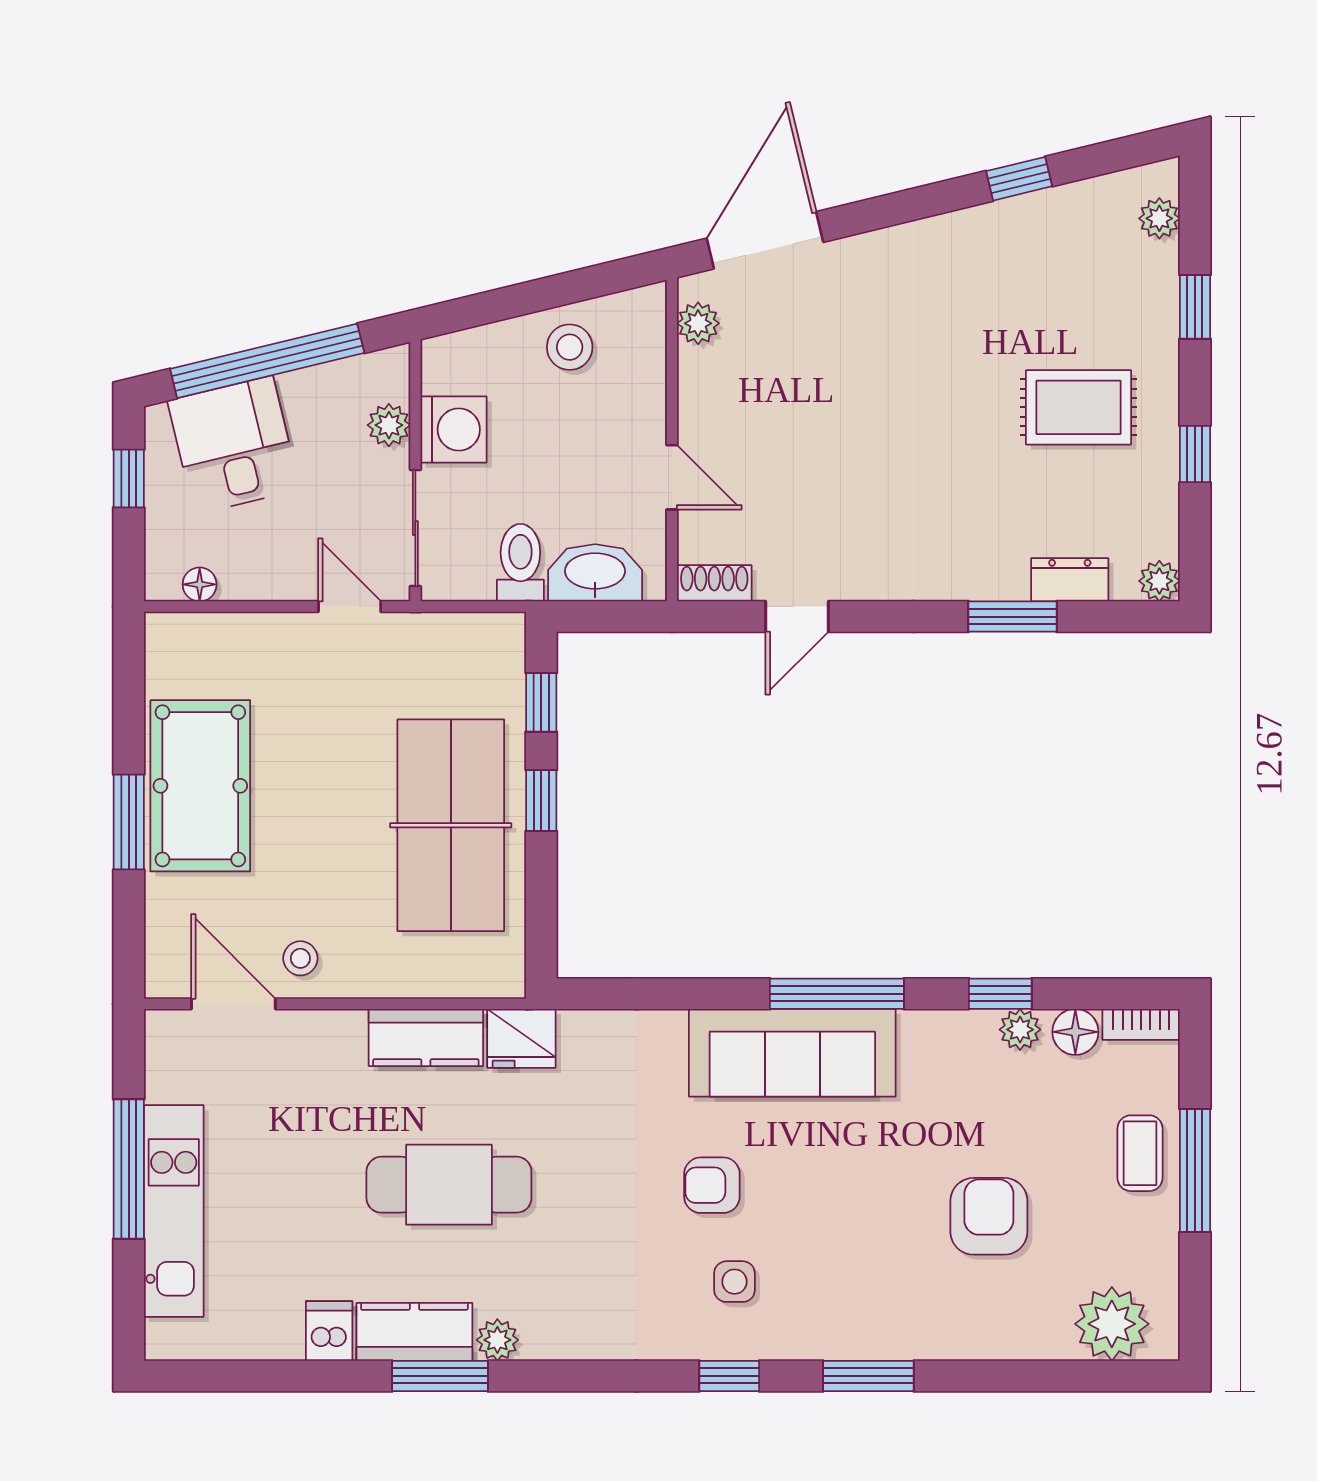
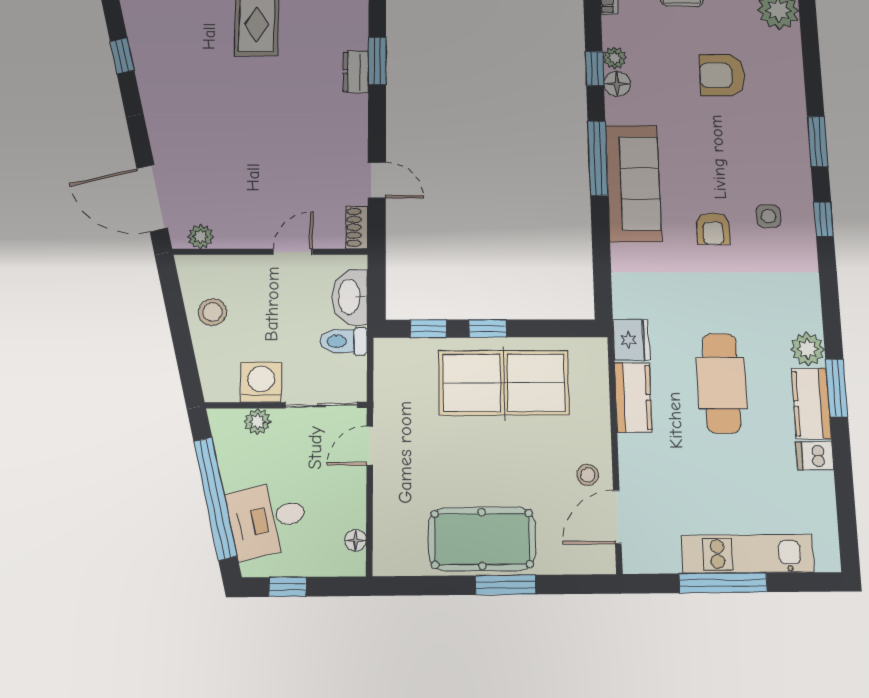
dresser: (1070, 580) -> (356, 72), moved
floor lamp: (1075, 1032) -> (617, 84), moved
plant: (497, 1340) -> (808, 349), width x1.38, depth x1.38

